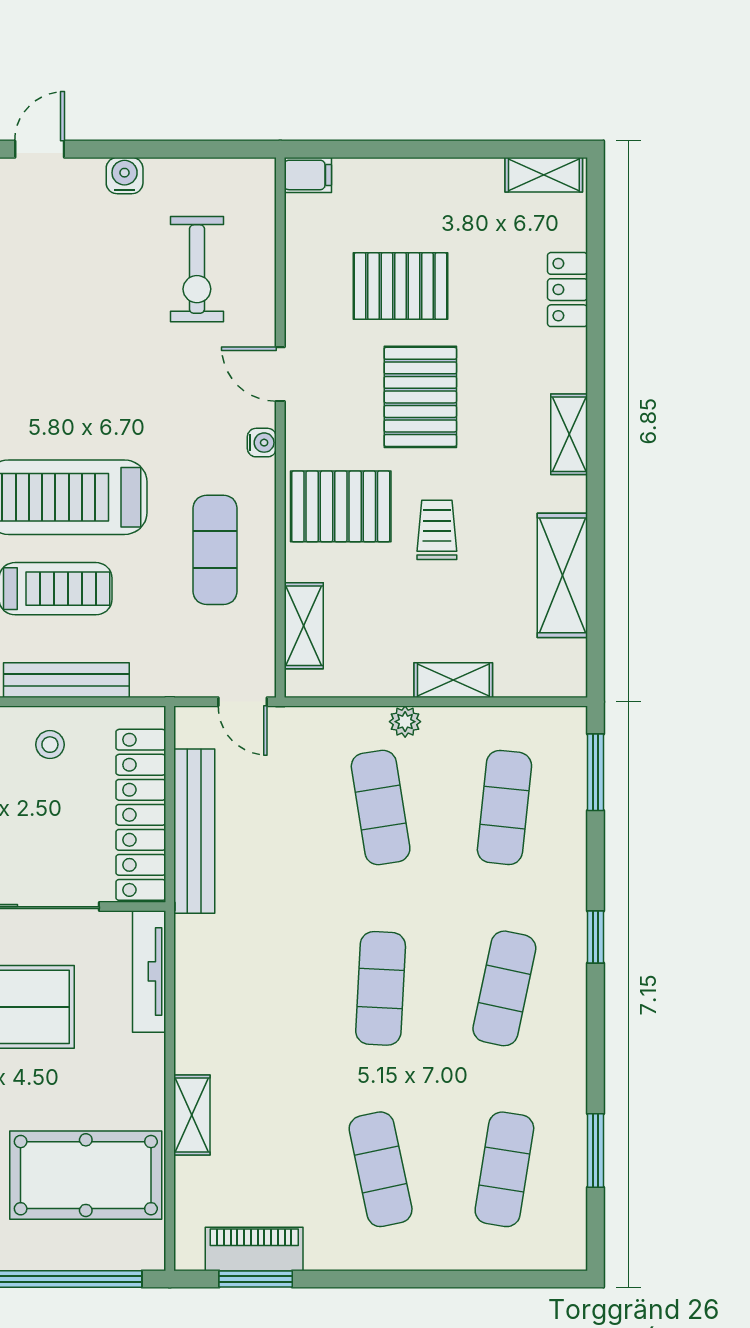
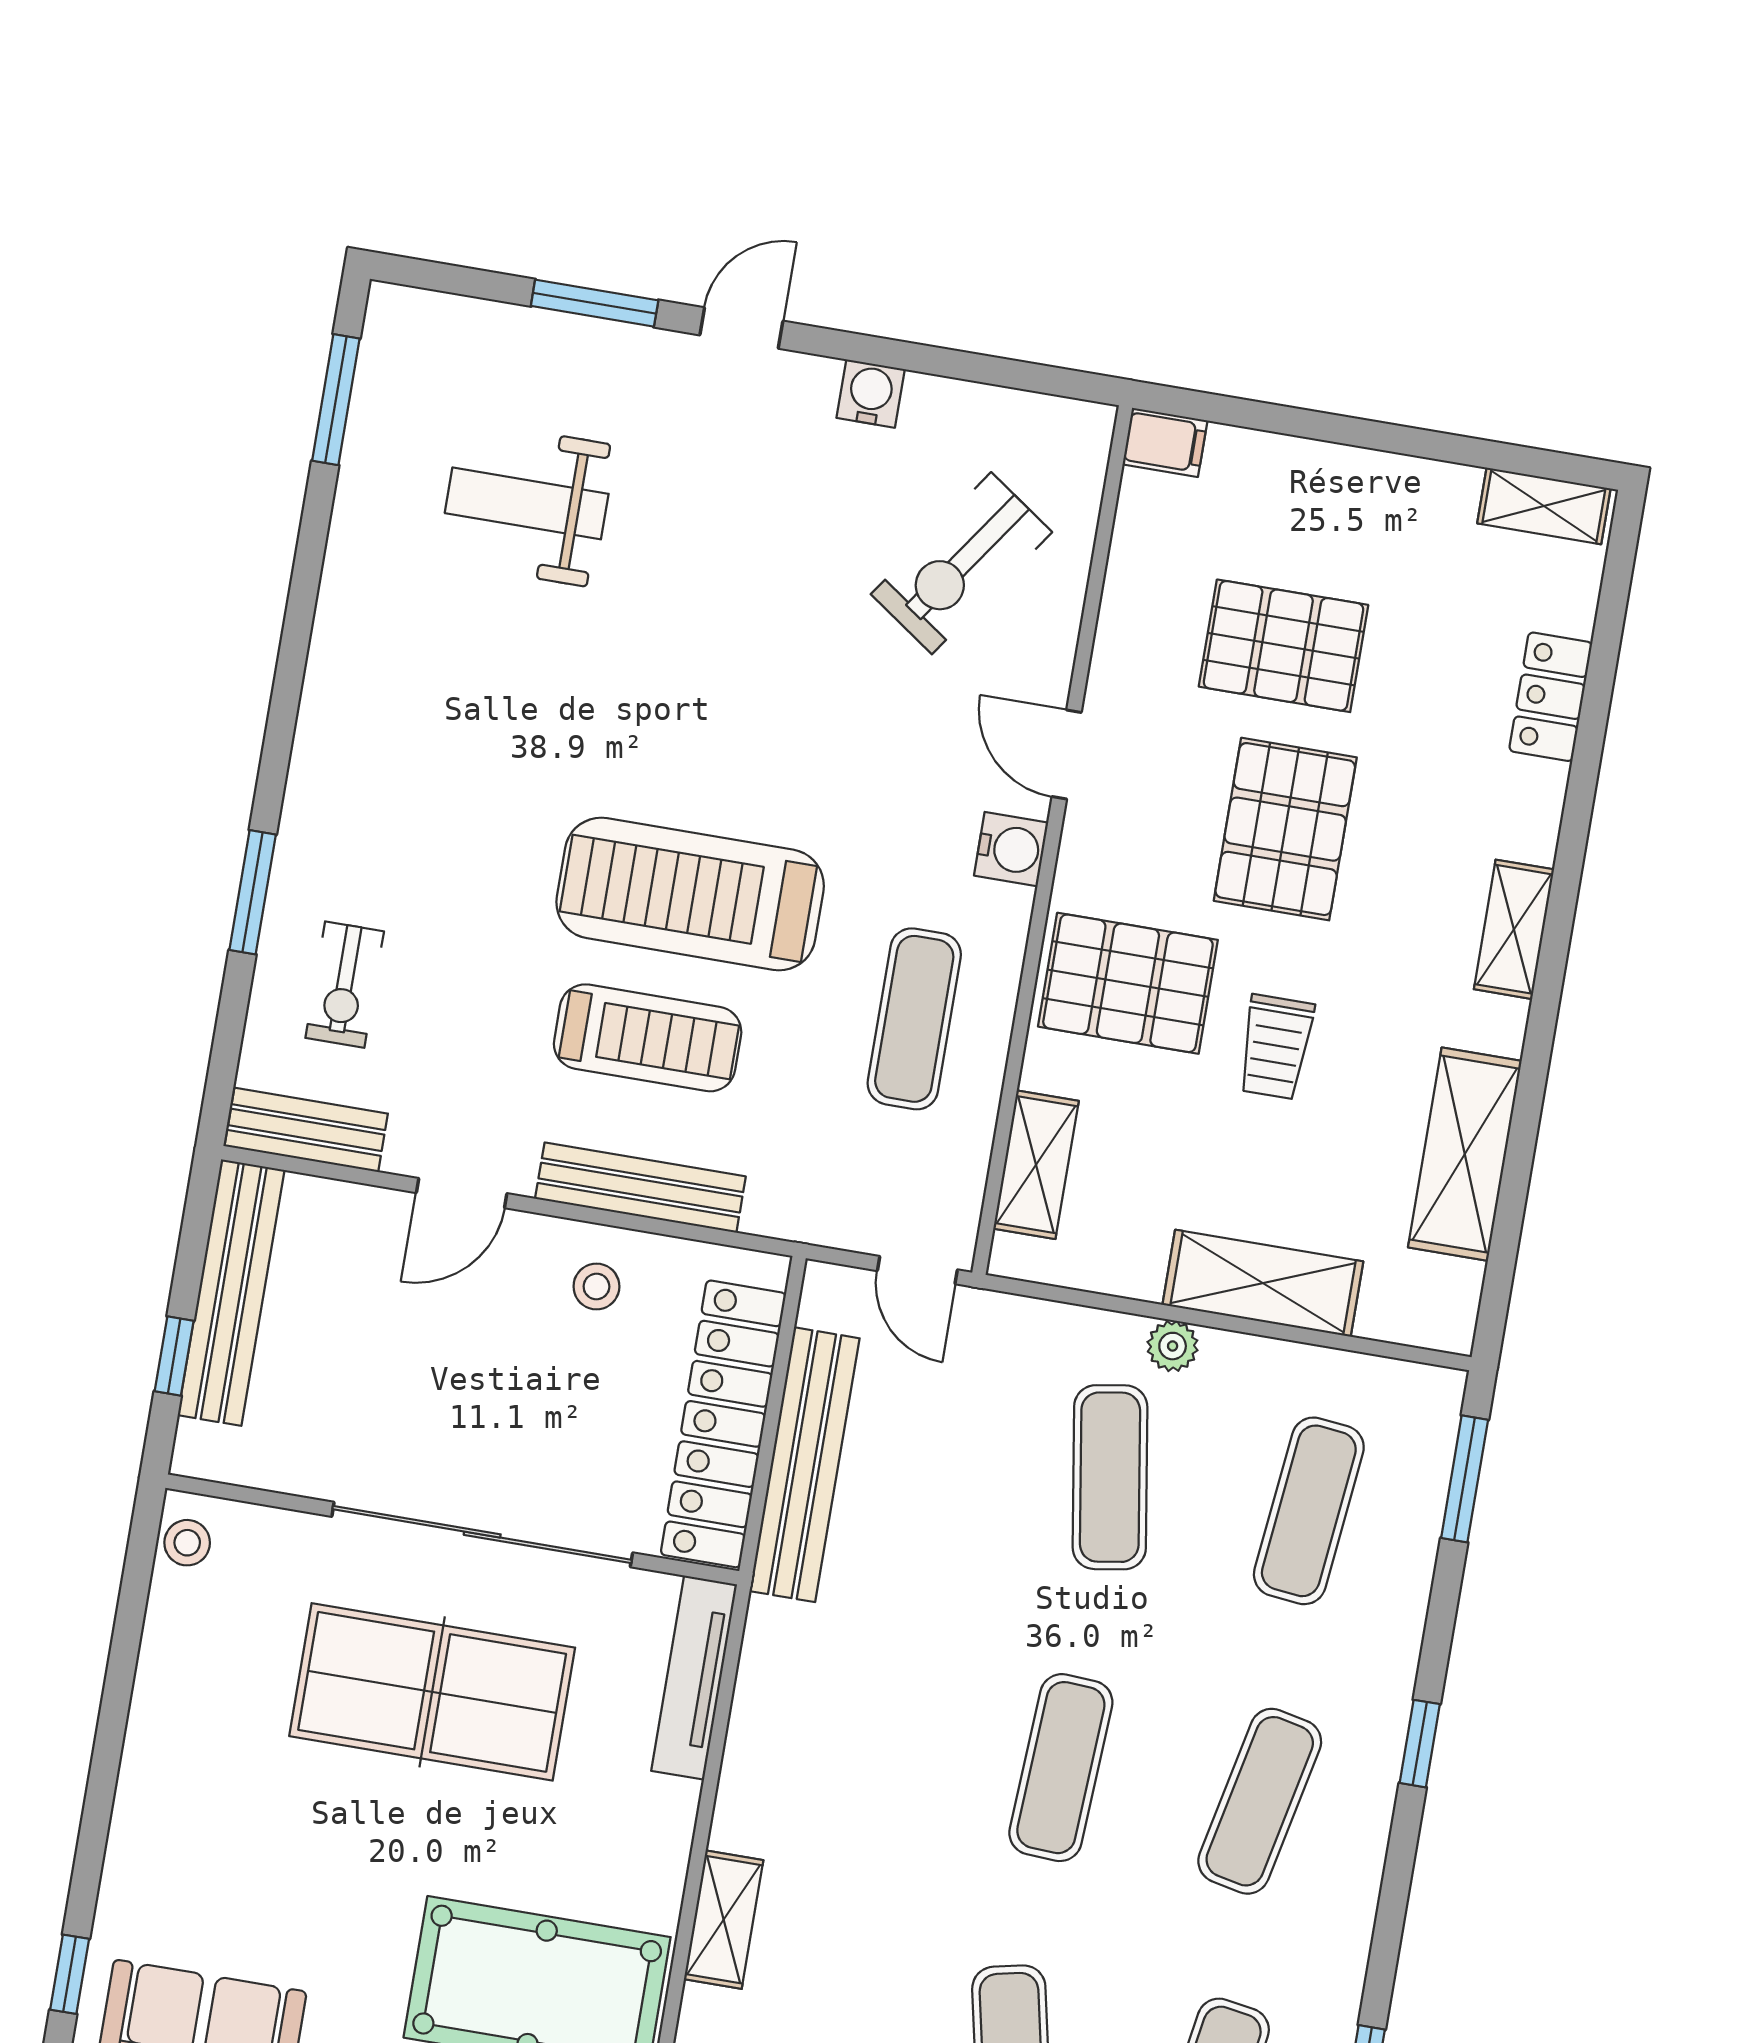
exercise bike: (197, 269) -> (961, 563), turned 35
water cooler: (262, 443) -> (1011, 849), width x1.38, depth x1.38
trolley: (437, 530) -> (1276, 1047), turned 180
shelving: (453, 680) -> (1263, 1283), width x1.50, depth x1.33

